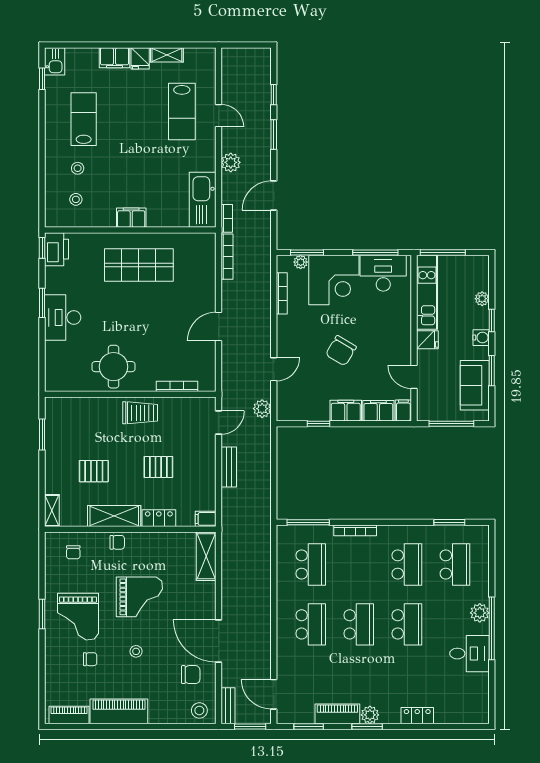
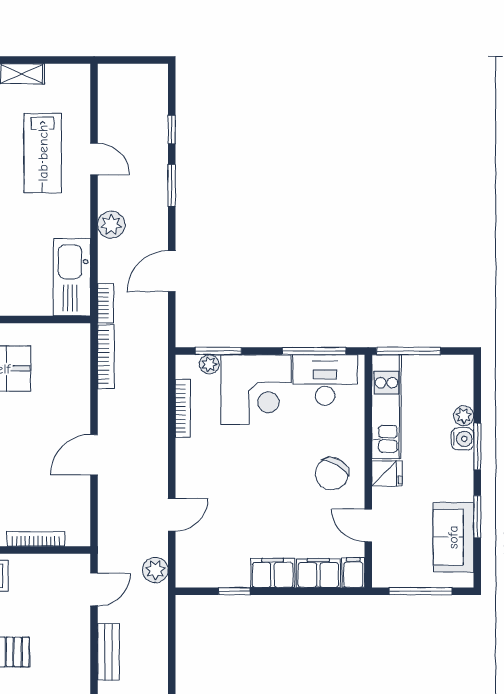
window: (492, 320) -> (477, 446), width x1.50
water cooler: (481, 338) -> (462, 439), moved
chair: (341, 351) -> (332, 474), moved

